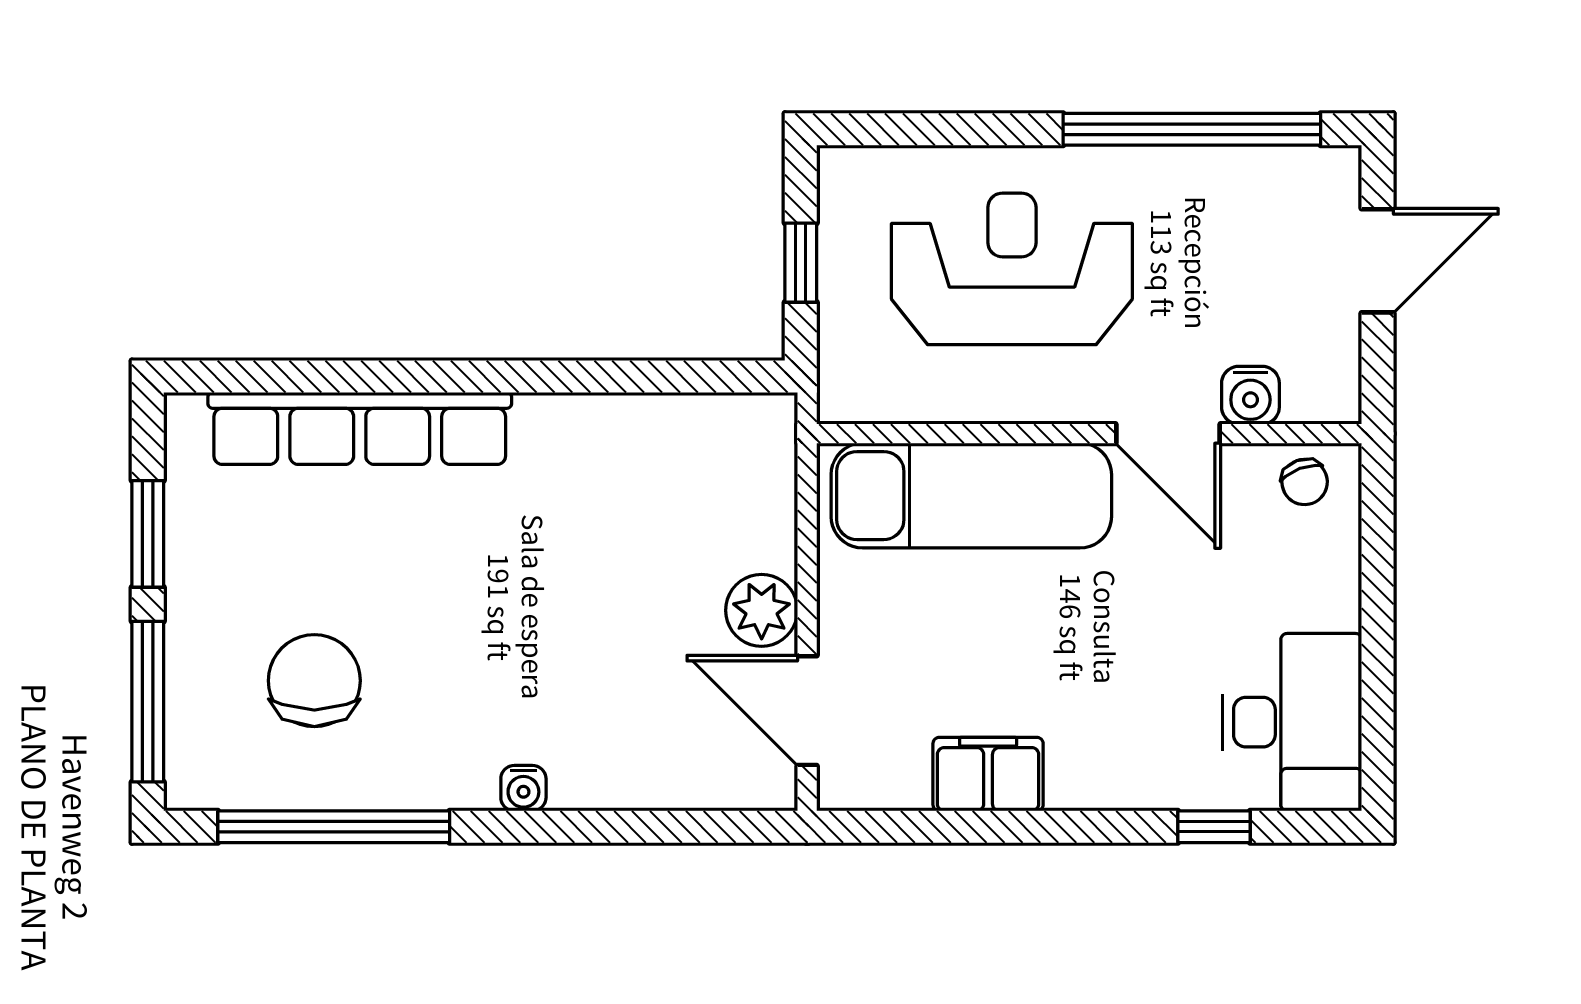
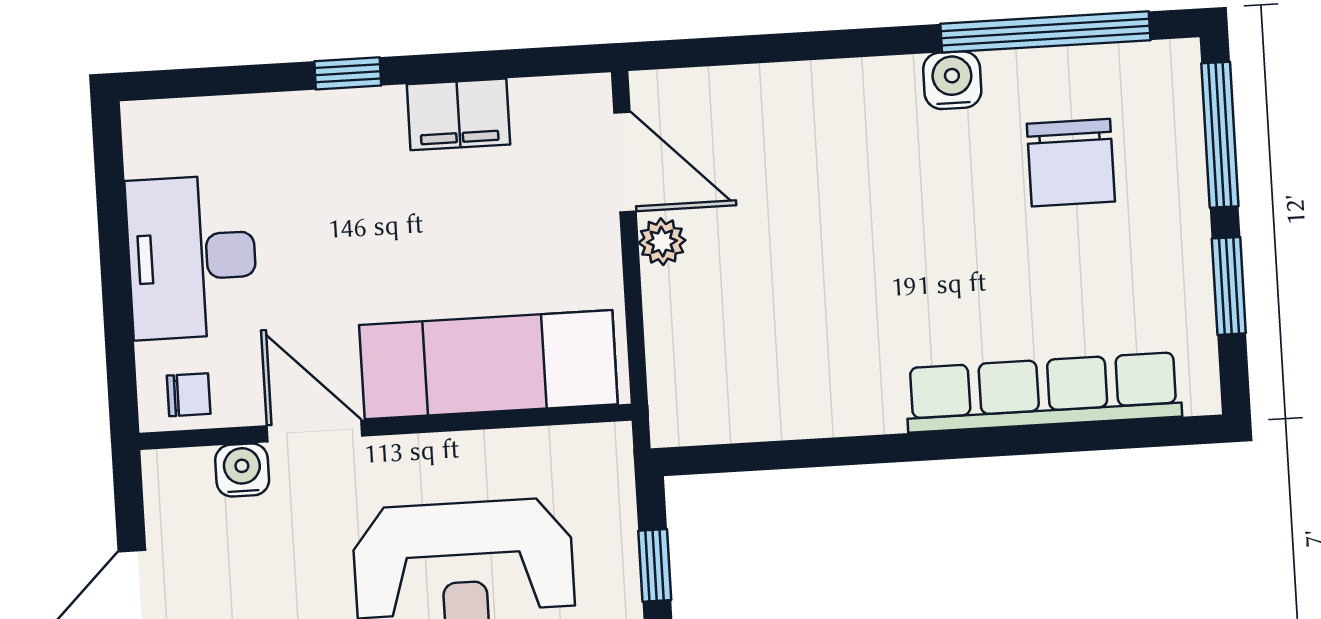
chair: (1305, 482) -> (189, 395), turned 110
plant: (762, 610) -> (662, 242), width x0.73, depth x0.73
desk: (1292, 722) -> (192, 257), moved
water cooler: (523, 788) -> (952, 80), moved, width x1.38, depth x1.38
window: (1214, 827) -> (348, 73), moved

